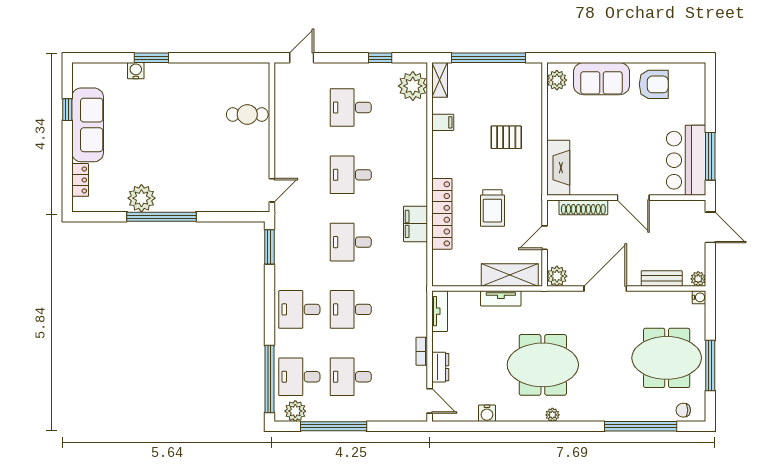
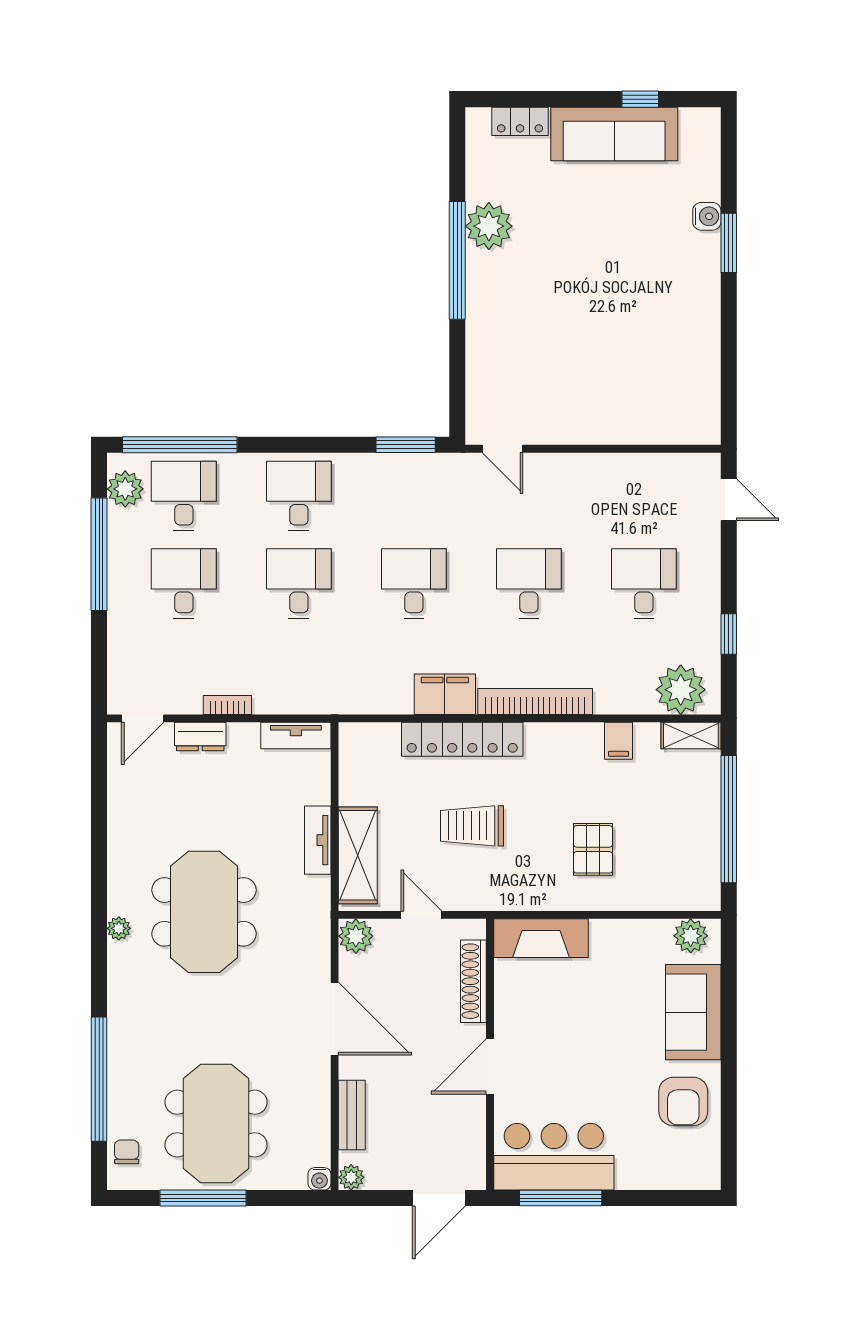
cafe table: (247, 114) -> (632, 407), removed
bookcase: (420, 171) -> (535, 701), added
water cooler: (487, 413) -> (121, 816), removed

